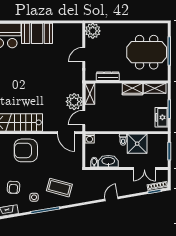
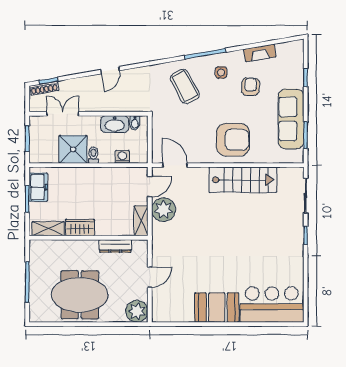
meeting table: (147, 52) -> (80, 295), moved
washing machine: (90, 138) -> (122, 157), moved
coffee table: (59, 188) -> (185, 86), turned 47

